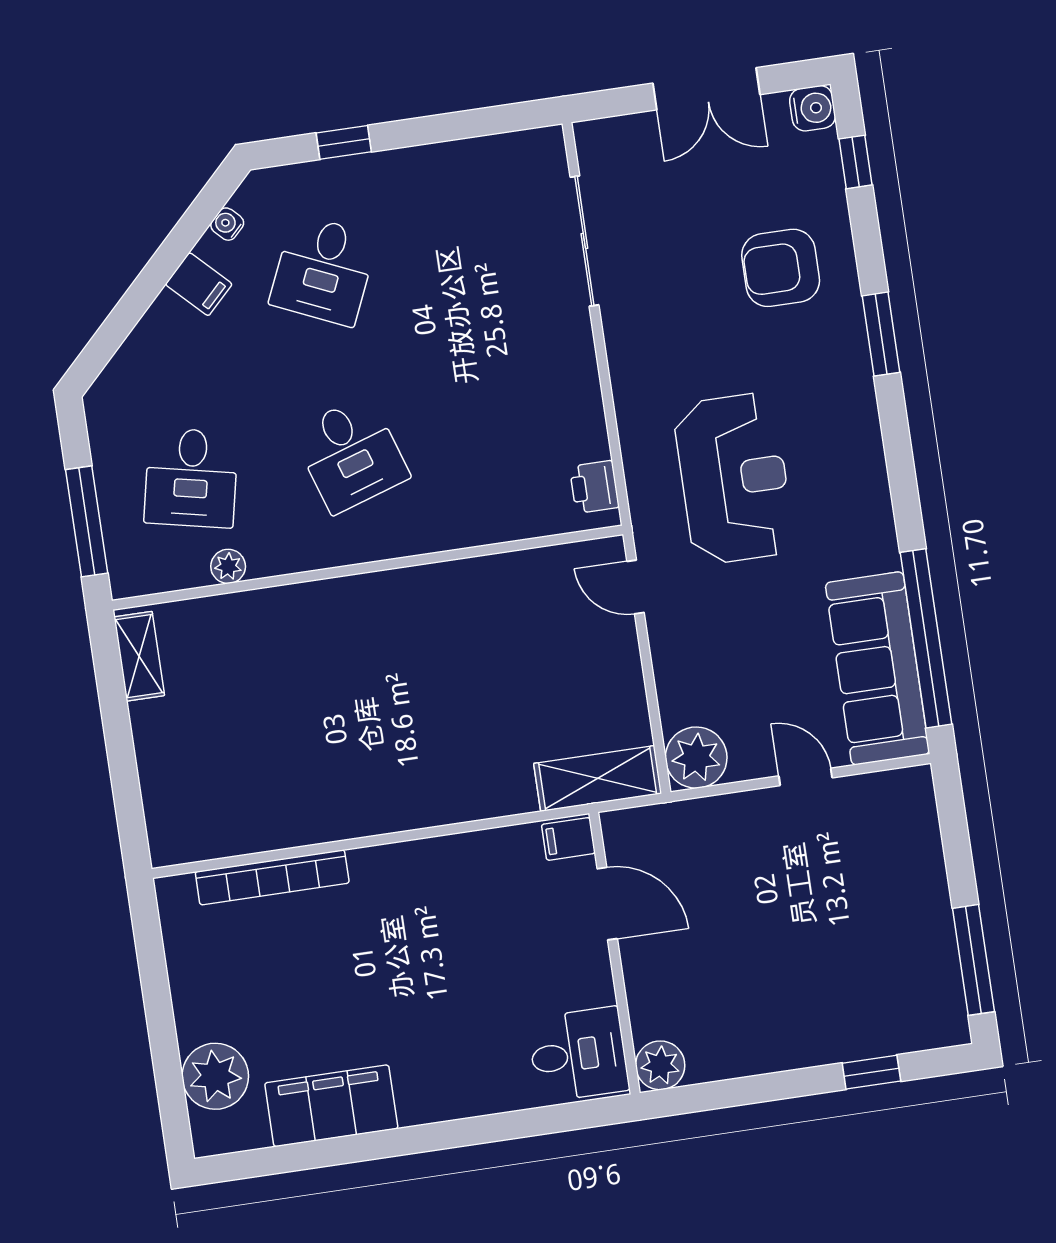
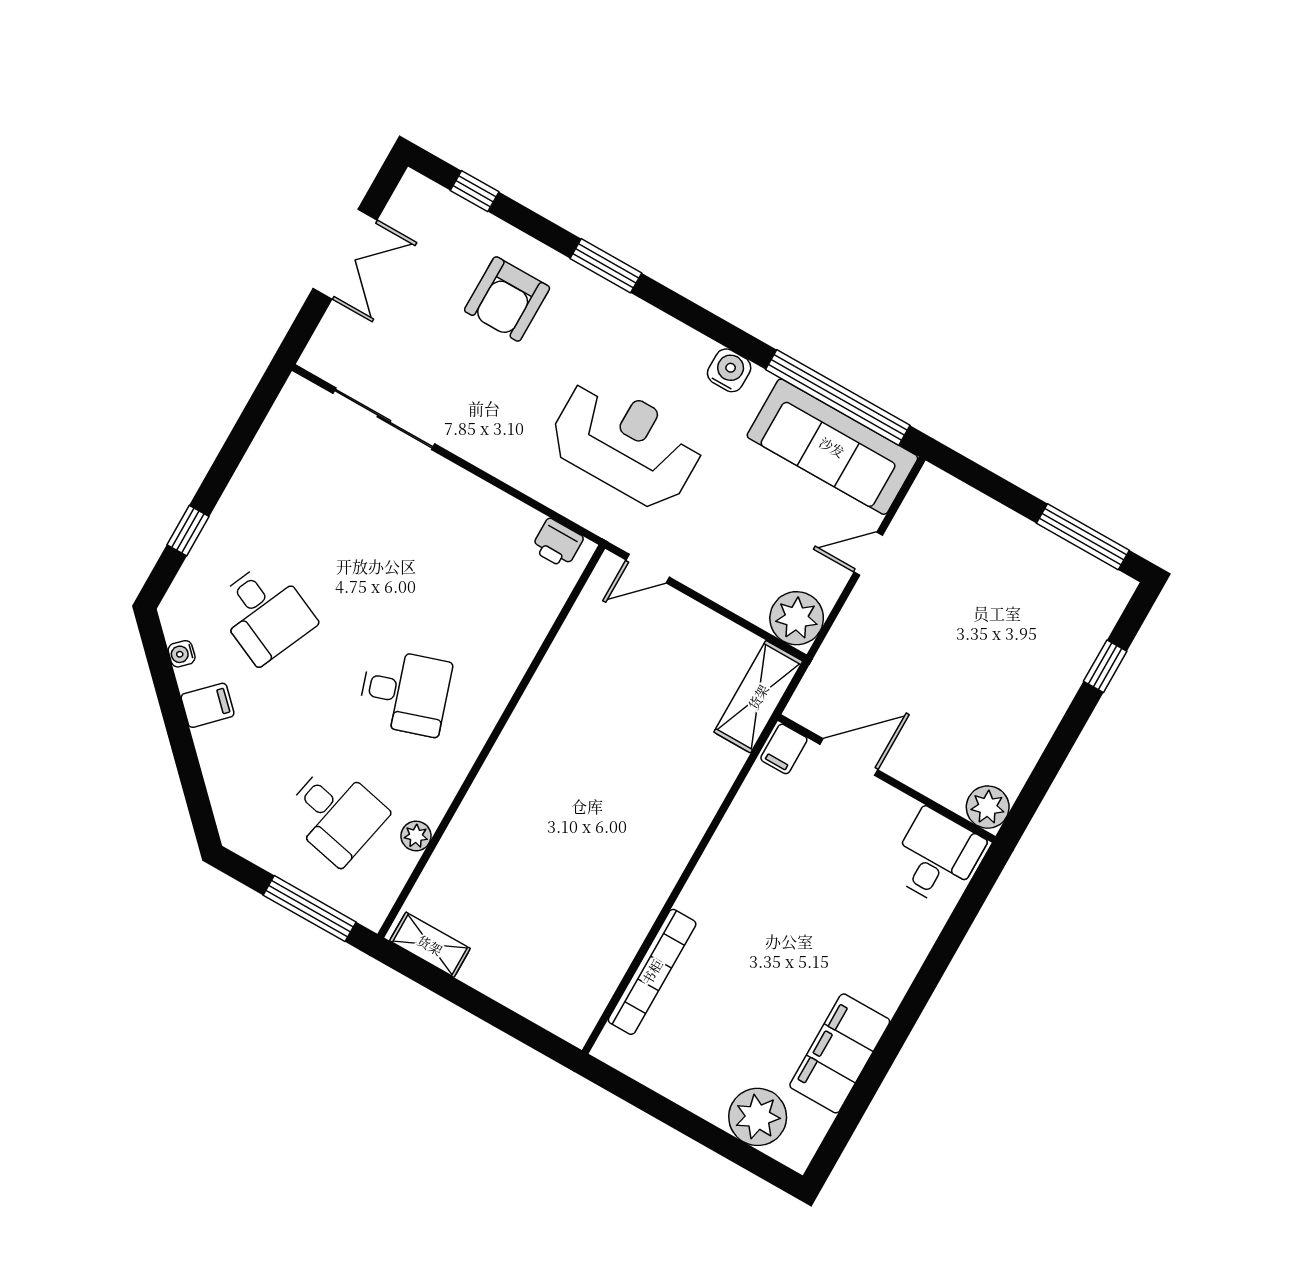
water cooler: (813, 108) -> (729, 370), moved

